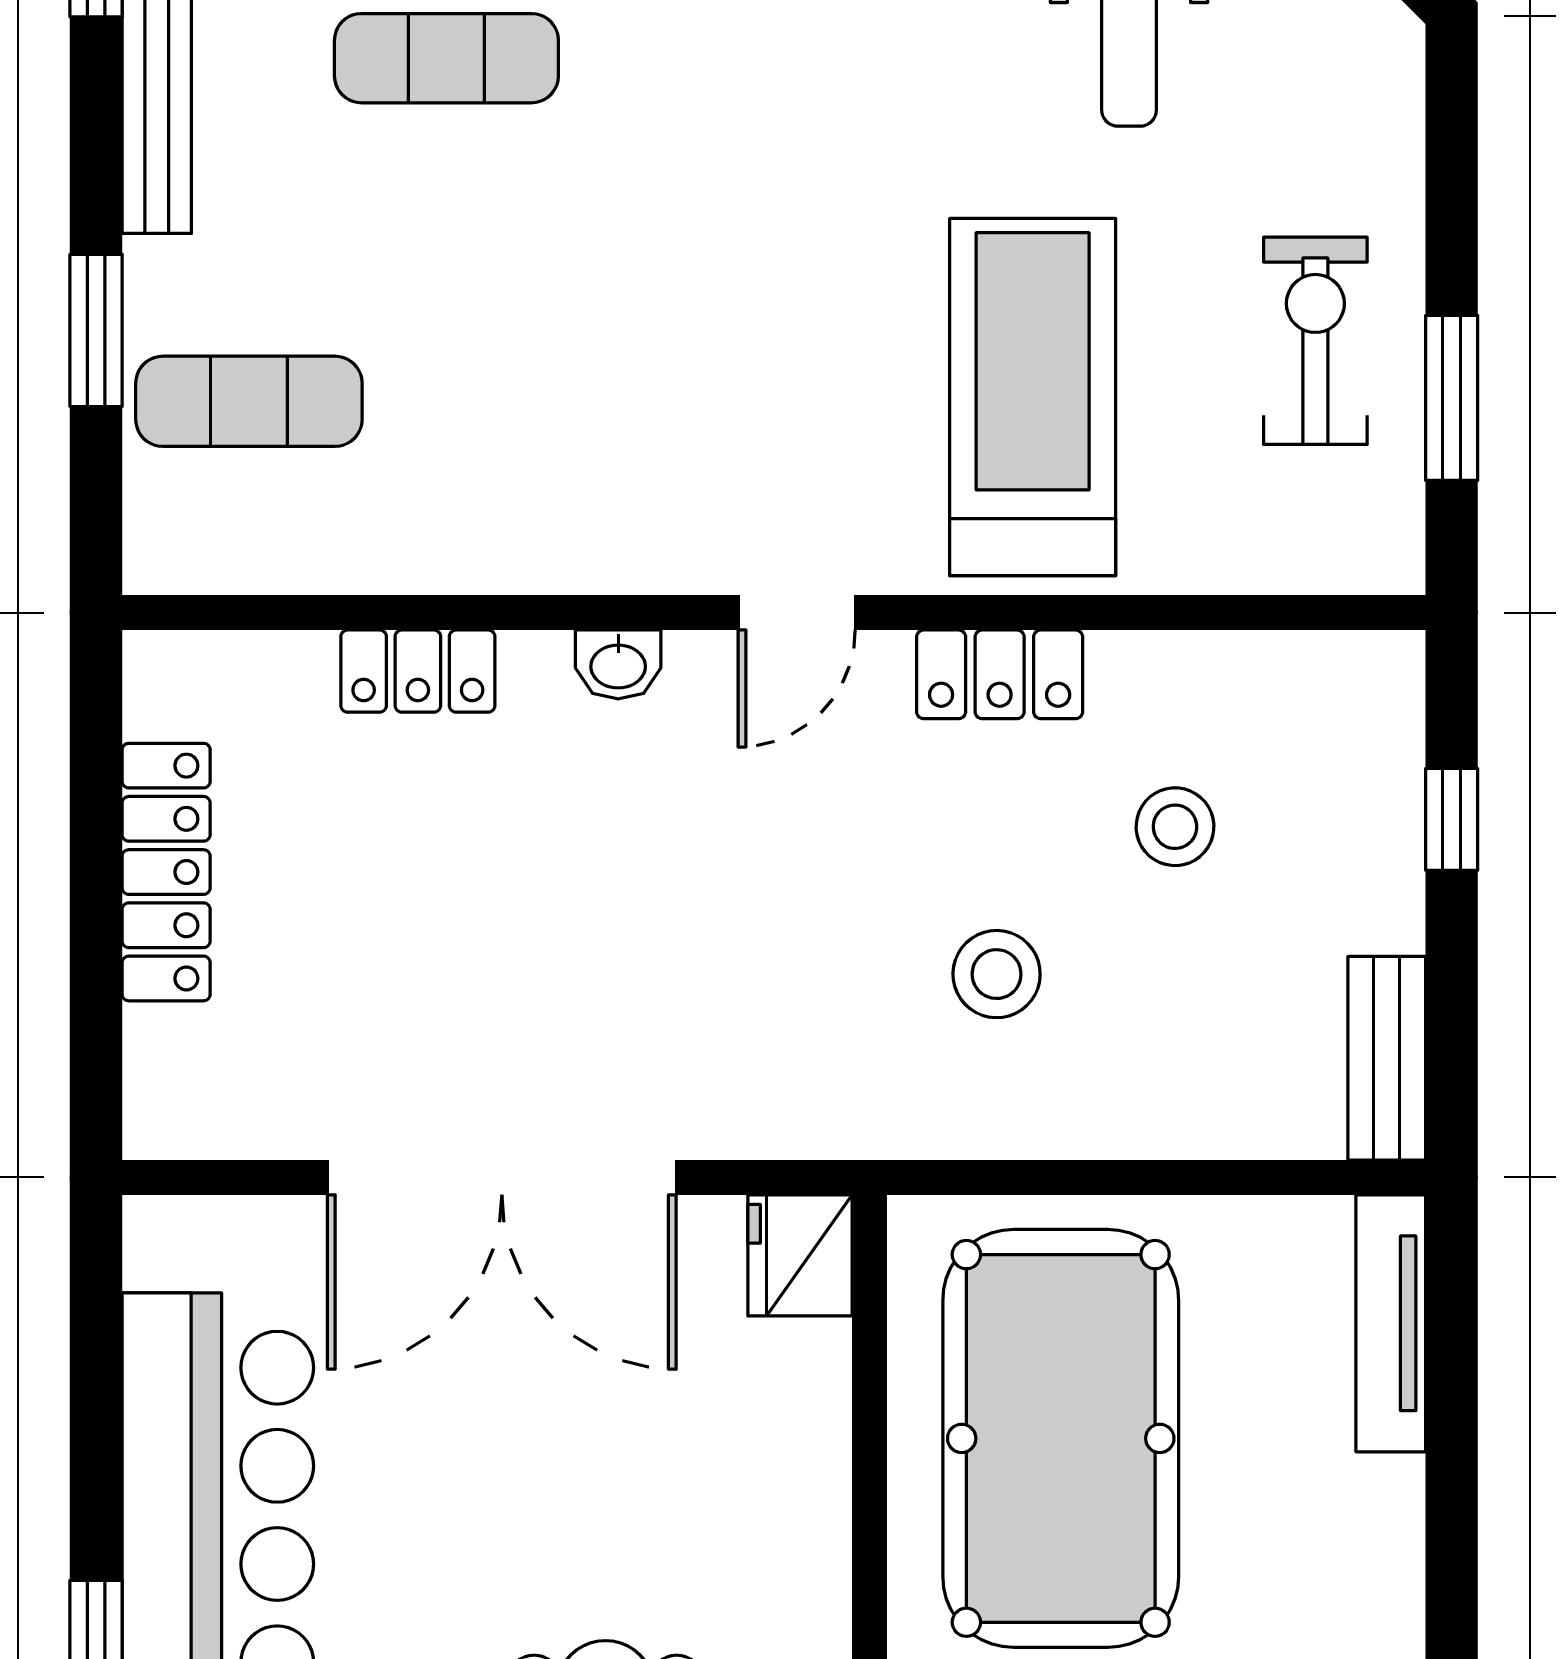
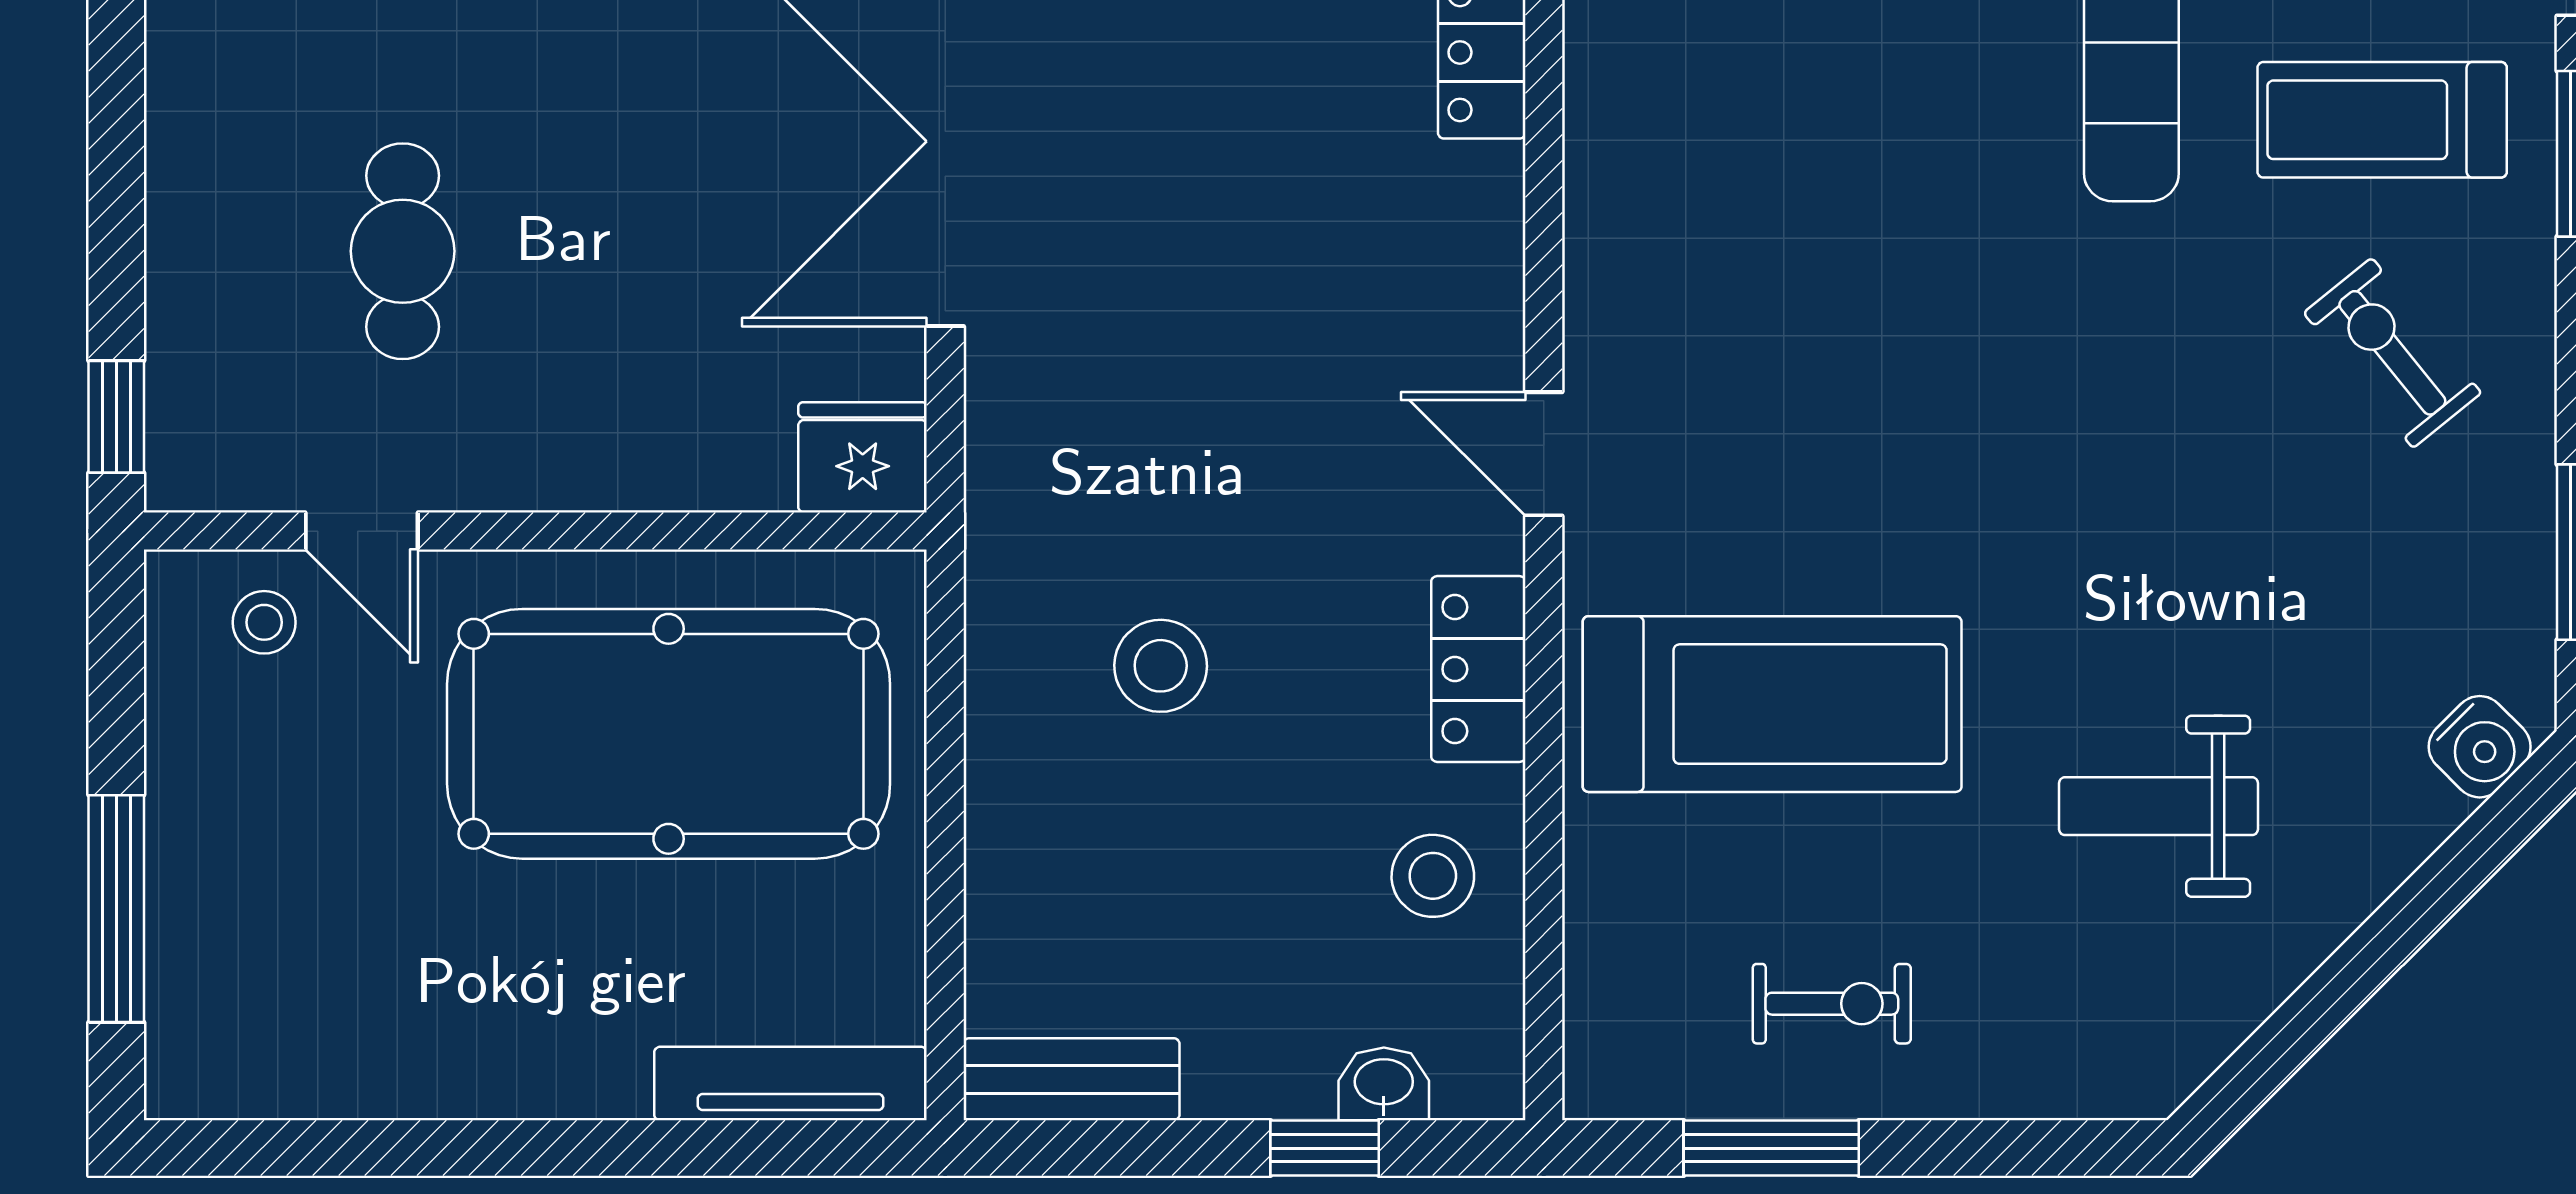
exercise bike: (1315, 341) -> (1832, 1004), width x0.73, depth x0.72
washbasin: (618, 664) -> (1384, 1084), moved, turned 90
stool: (1175, 827) -> (1433, 876), moved

